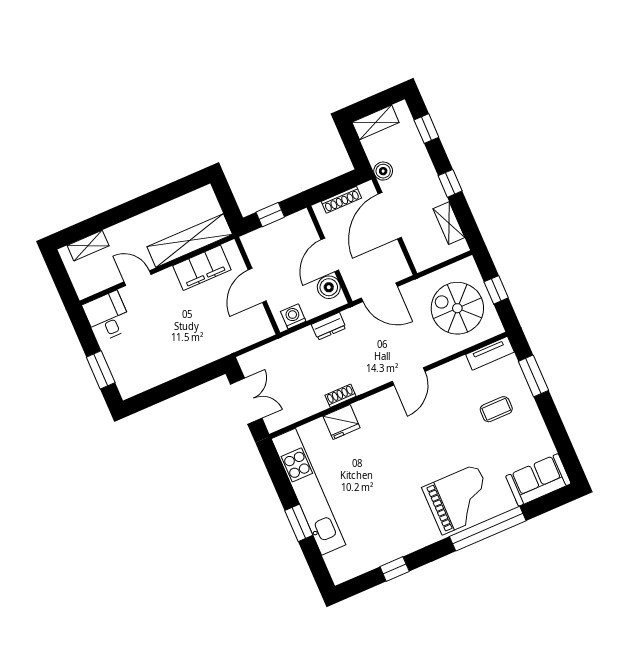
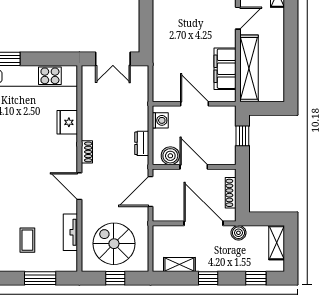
spiral stairs: (457, 308) -> (114, 244), turned -90
tv unit: (490, 353) -> (70, 232), moved
shoe rack: (340, 396) -> (87, 152), moved

